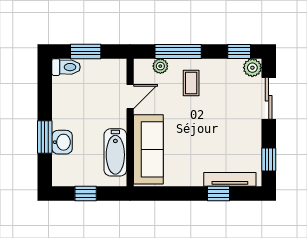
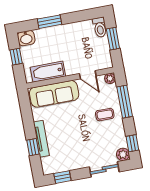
plant: (160, 66) -> (110, 78), moved
washbasin: (62, 142) -> (26, 38), moved
tv unit: (230, 179) -> (41, 139), moved

